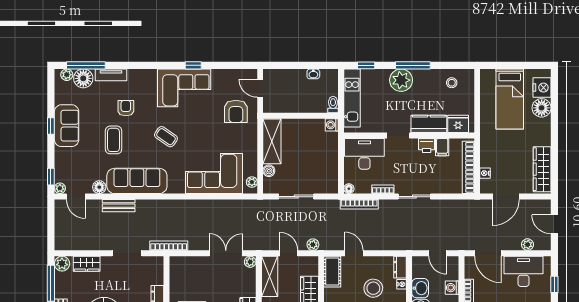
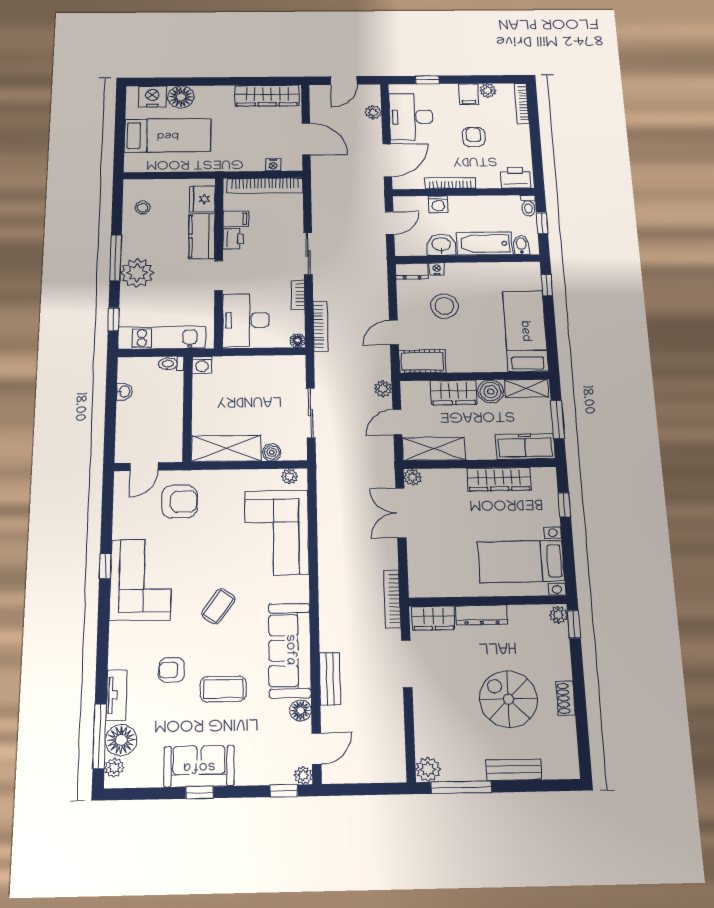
wardrobe: (87, 264) -> (433, 618), moved, turned 90

